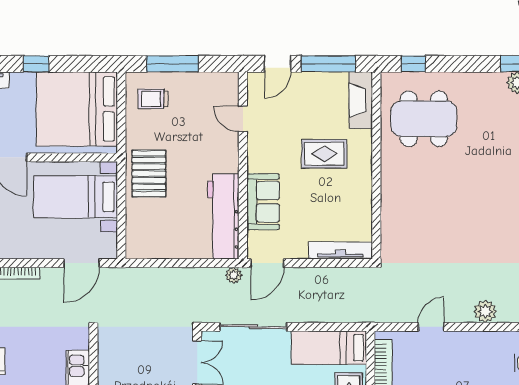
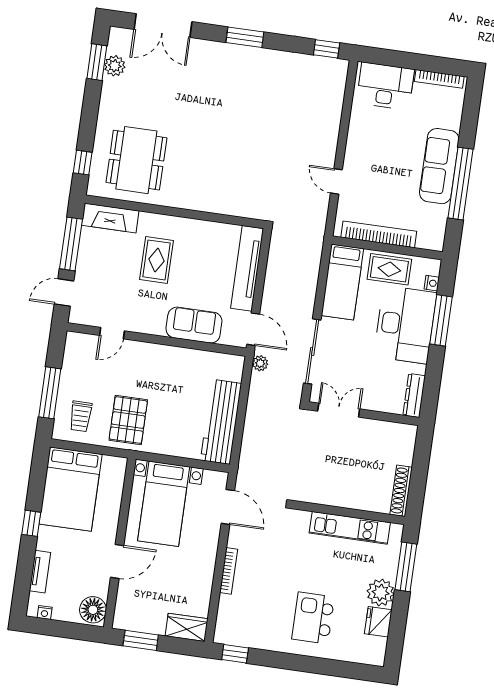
door: (278, 64) -> (64, 292), swing flipped
bed: (77, 109) -> (70, 489), width x0.73
pallet: (149, 174) -> (128, 420), moved, turned 90
workbench: (223, 217) -> (221, 422), moved, turned 90
tv unit: (340, 250) -> (247, 268), width x1.36, depth x1.29
plant: (485, 311) -> (329, 128), removed

